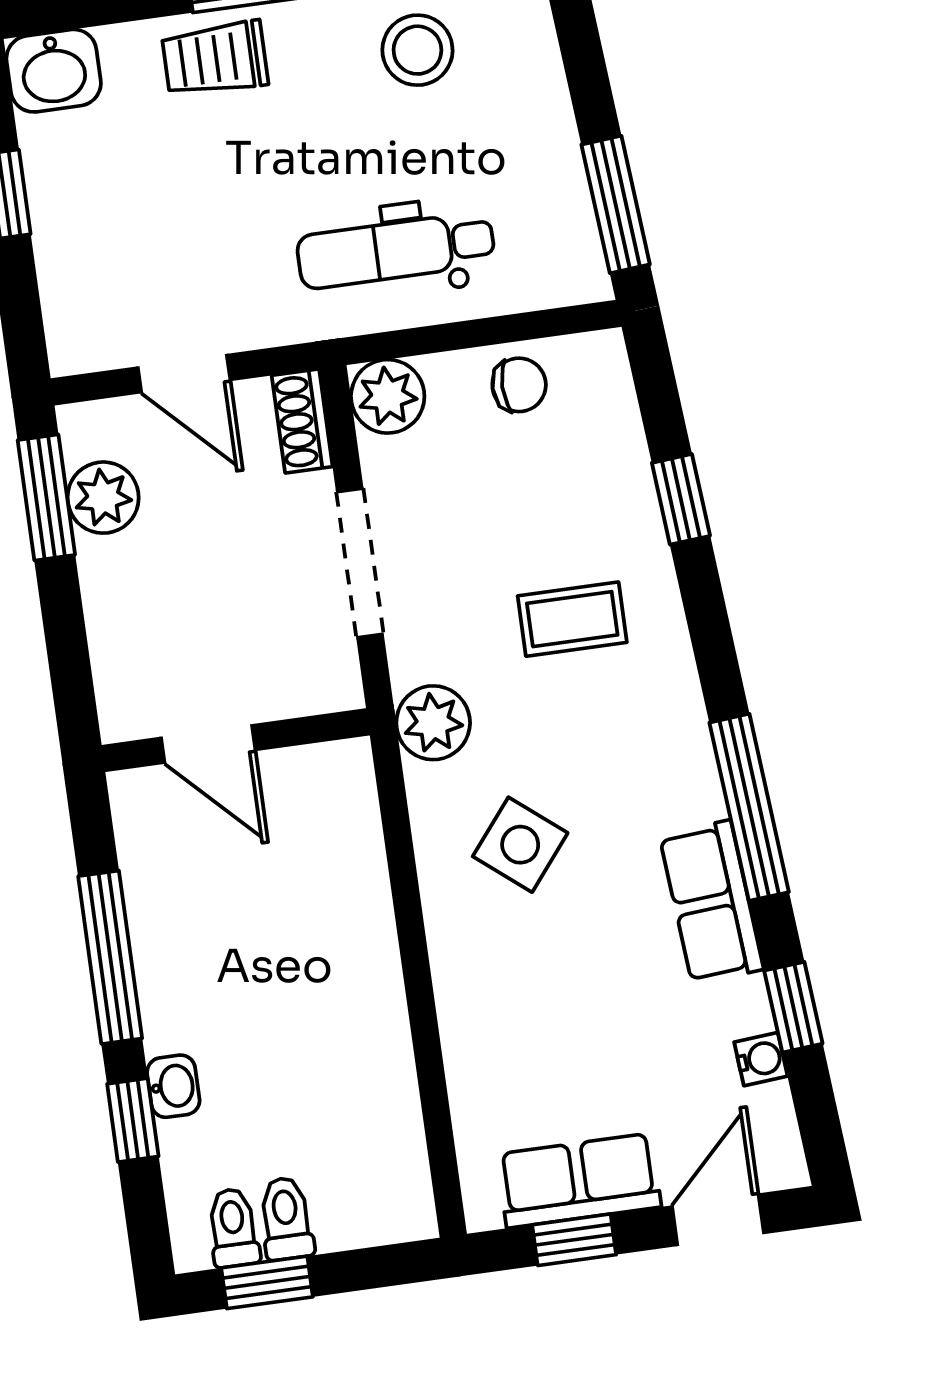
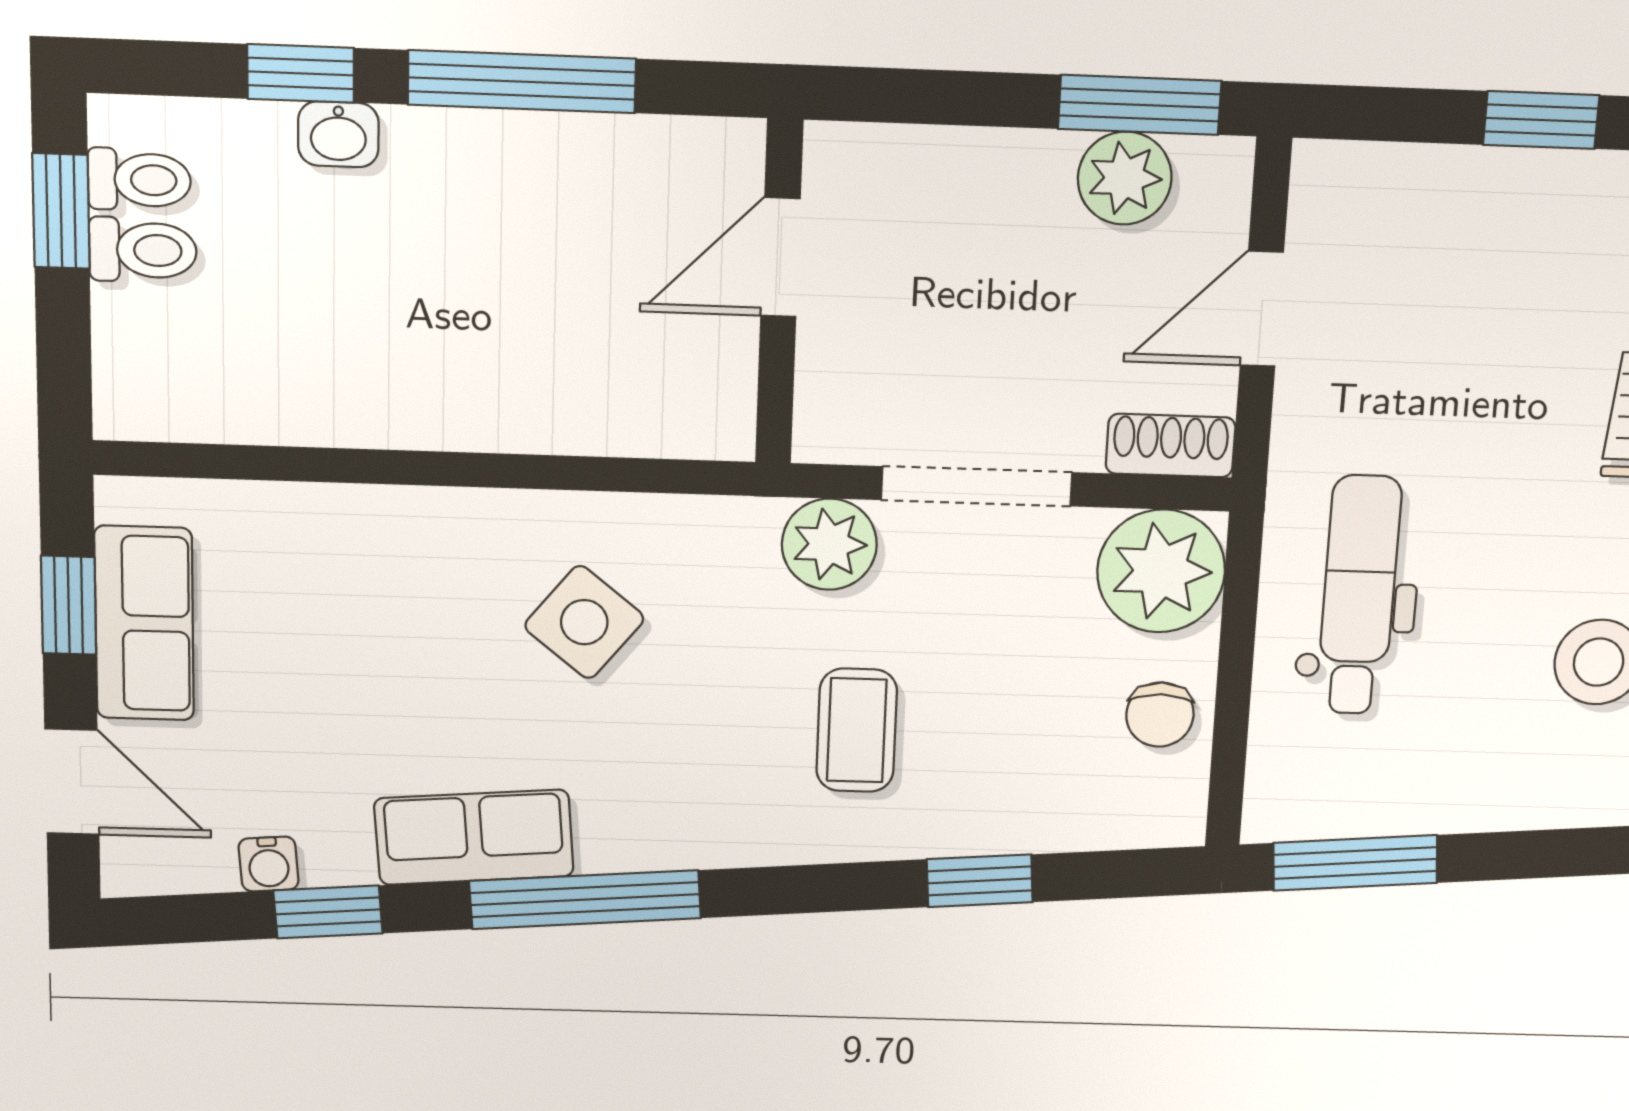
plant: (388, 396) -> (1161, 571), width x1.36, depth x1.36
plant: (433, 723) -> (829, 544), moved

